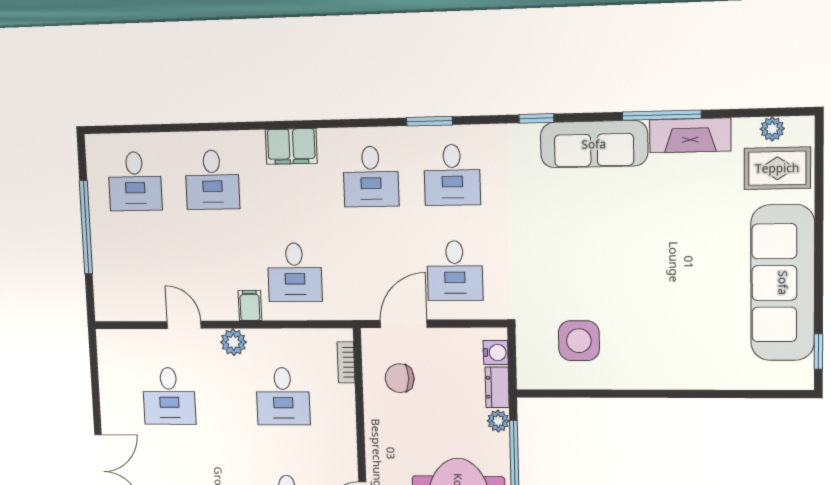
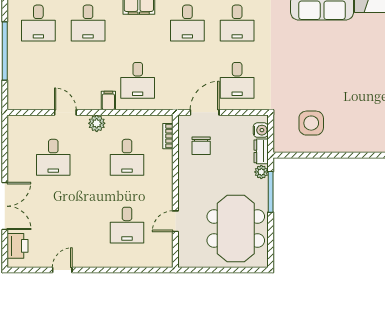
chair: (400, 378) -> (201, 146), turned -90

